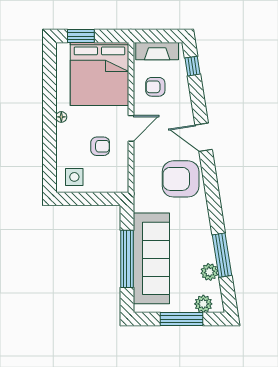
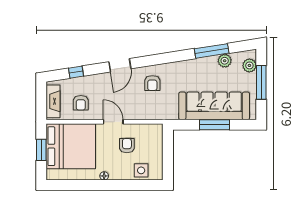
window: (81, 36) -> (41, 150), moved
window: (193, 66) -> (76, 72), moved
side table: (74, 177) -> (141, 170), moved
armchair: (181, 179) -> (152, 83), width x0.53, depth x0.53
window: (127, 259) -> (215, 125), width x0.68

